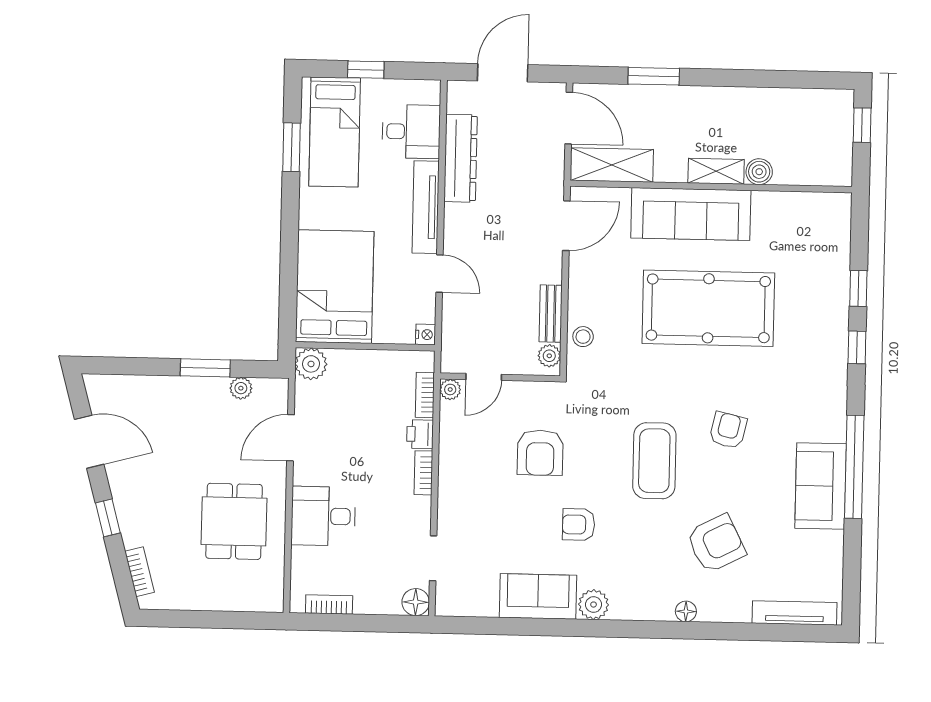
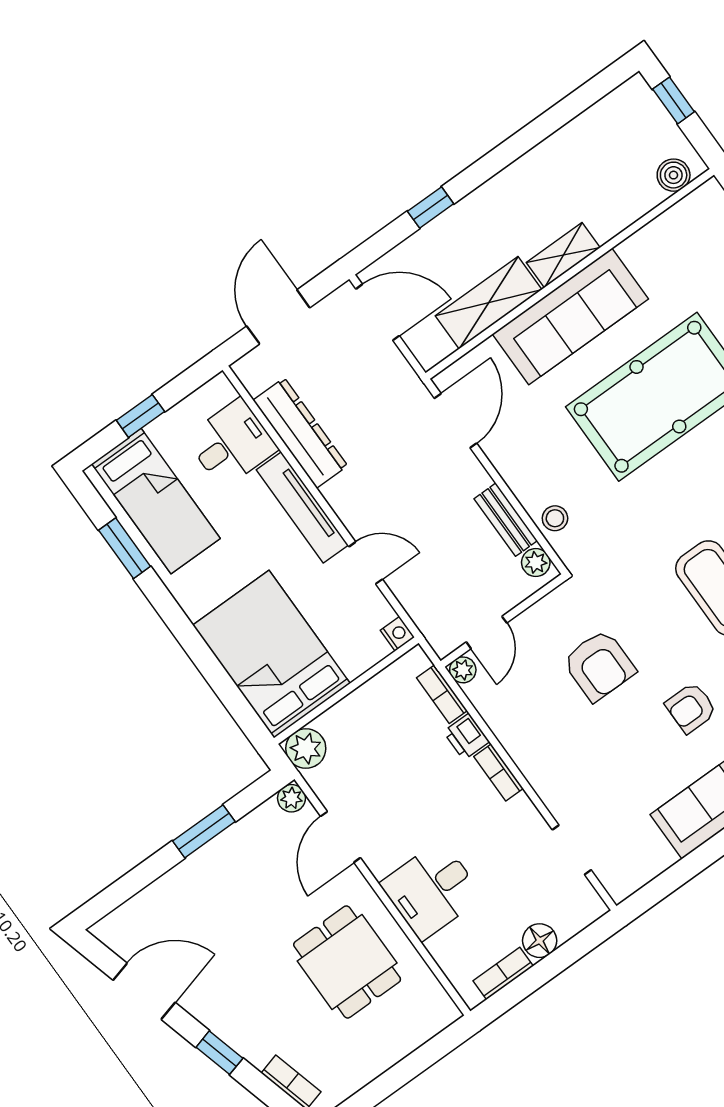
window: (654, 76) -> (431, 207), width x0.67
shelving: (612, 165) -> (489, 303), moved
boiler: (759, 172) -> (674, 175), moved
plant: (241, 388) -> (291, 798), moved
floor lamp: (416, 602) -> (540, 941), moved

